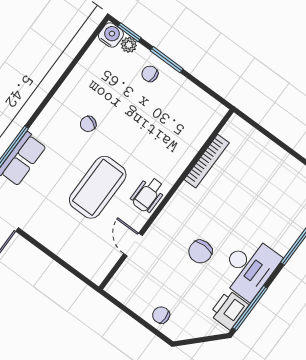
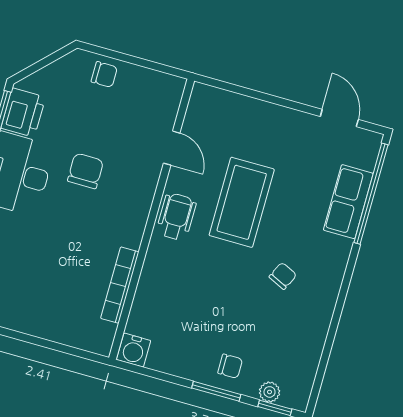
water cooler: (111, 35) -> (134, 350), moved

